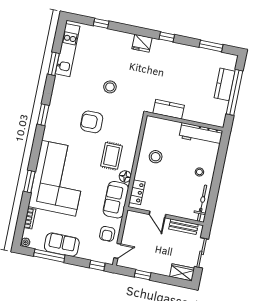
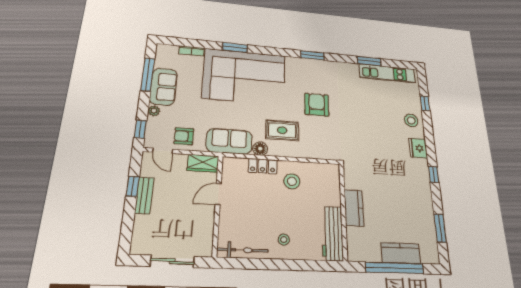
stool: (110, 87) -> (411, 120), moved
kitchen counter: (169, 109) -> (354, 208), moved
locker: (137, 192) -> (263, 166), moved
bench: (183, 227) -> (144, 195), moved
plant: (25, 242) -> (154, 111), moved
wardrobe: (182, 272) -> (203, 163), moved, turned 90

